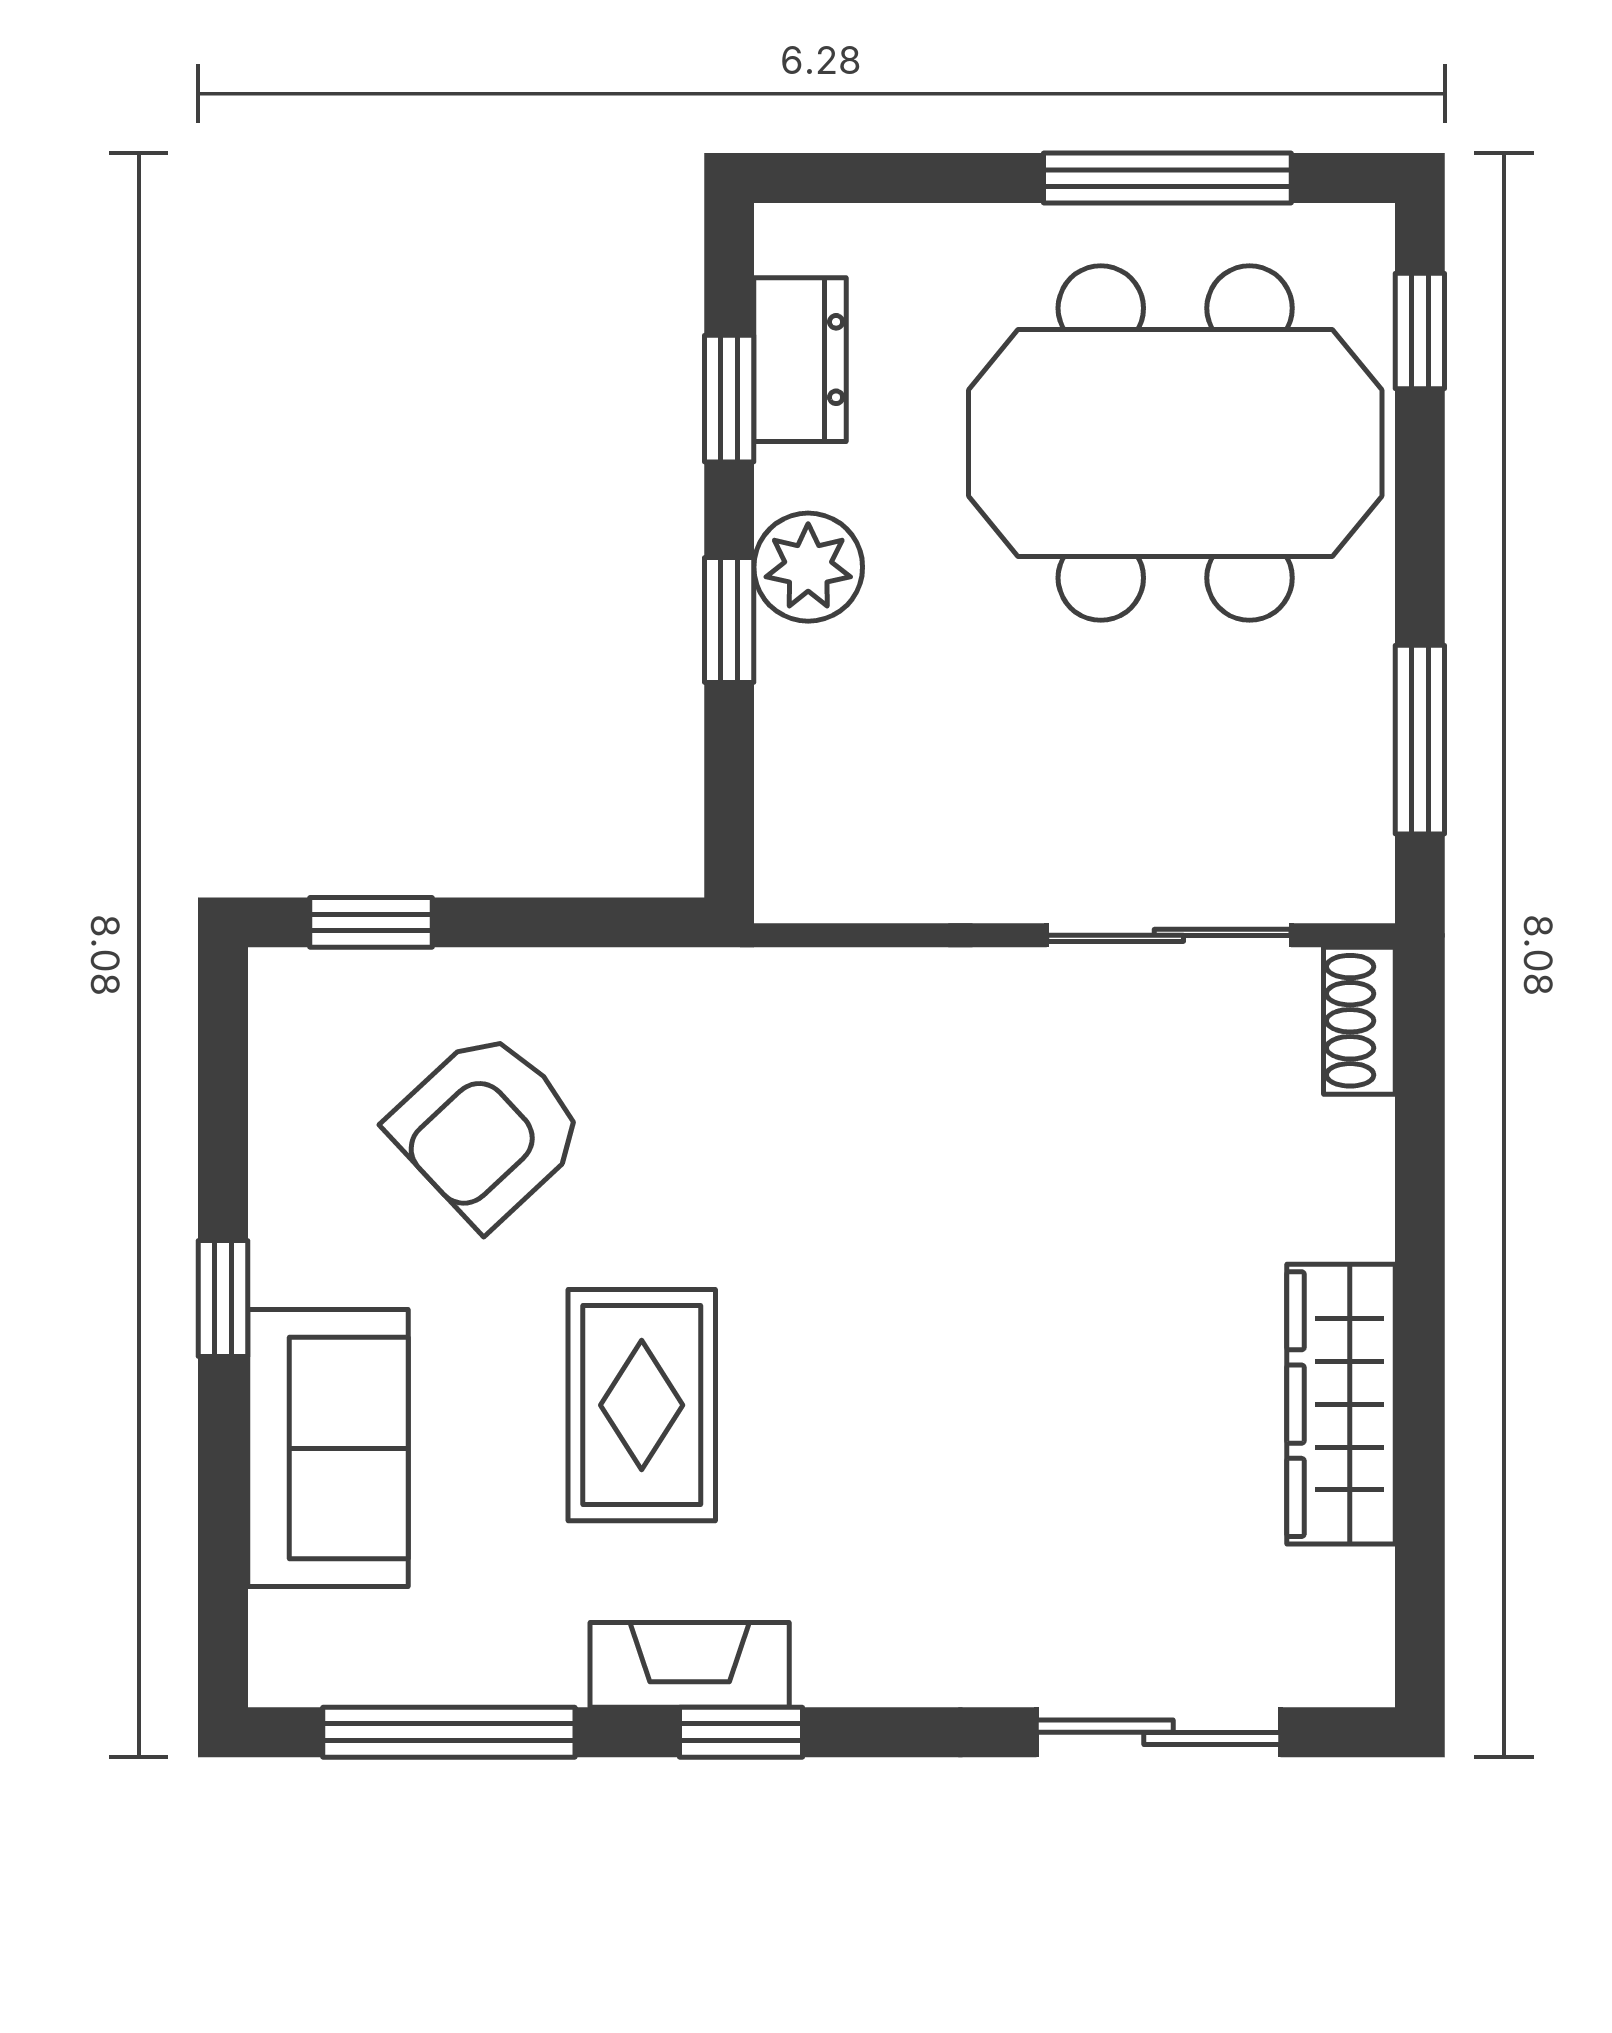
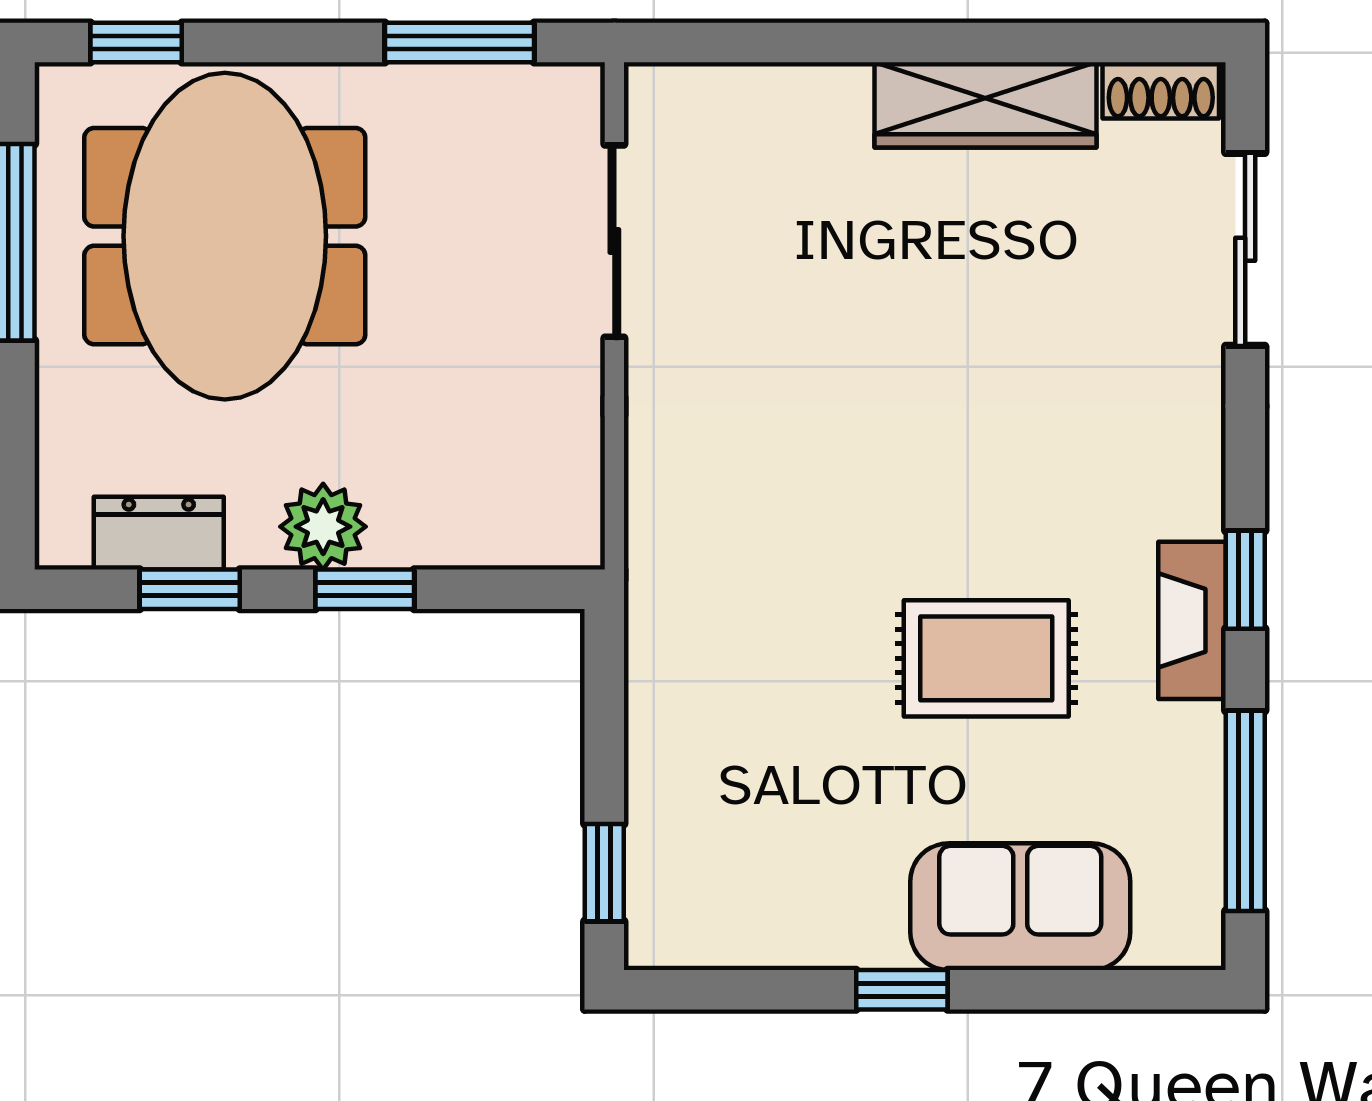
shoe rack: (1359, 1021) -> (1161, 90), moved
armchair: (487, 1129) -> (768, 780), removed

